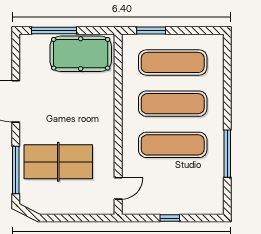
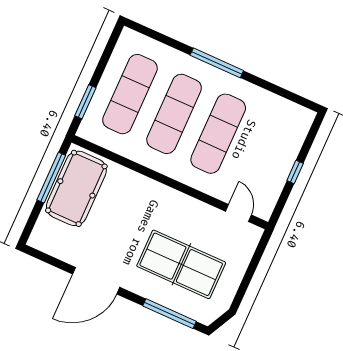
window: (54, 30) -> (51, 178), moved
window: (227, 154) -> (217, 63), moved
table tennis table: (58, 162) -> (181, 264), turned 90

